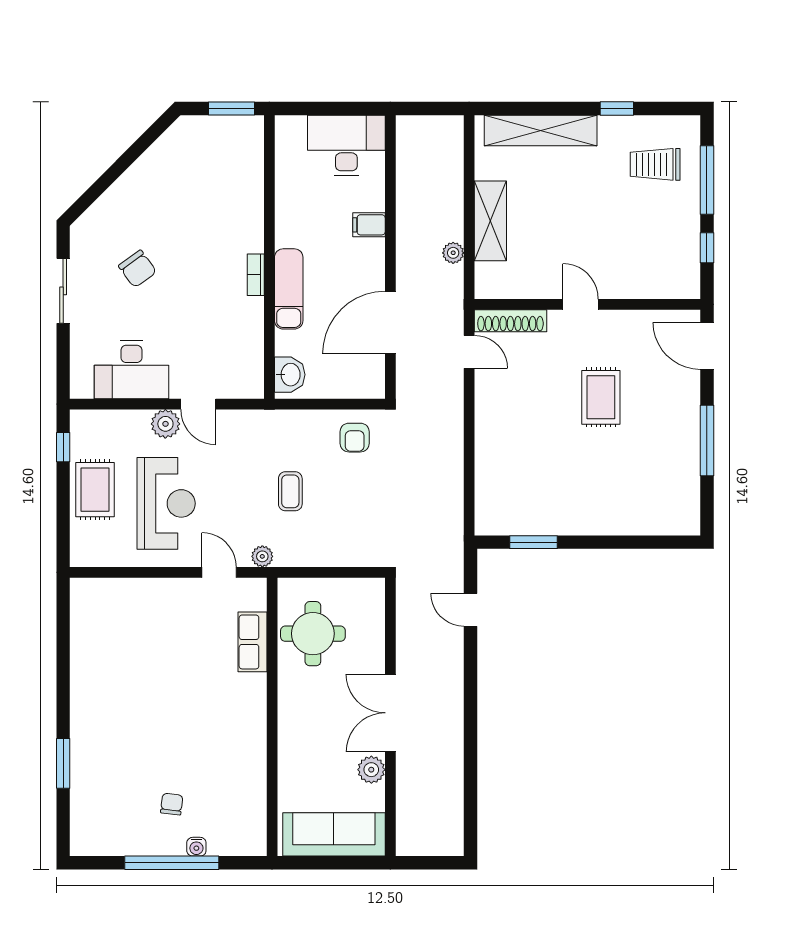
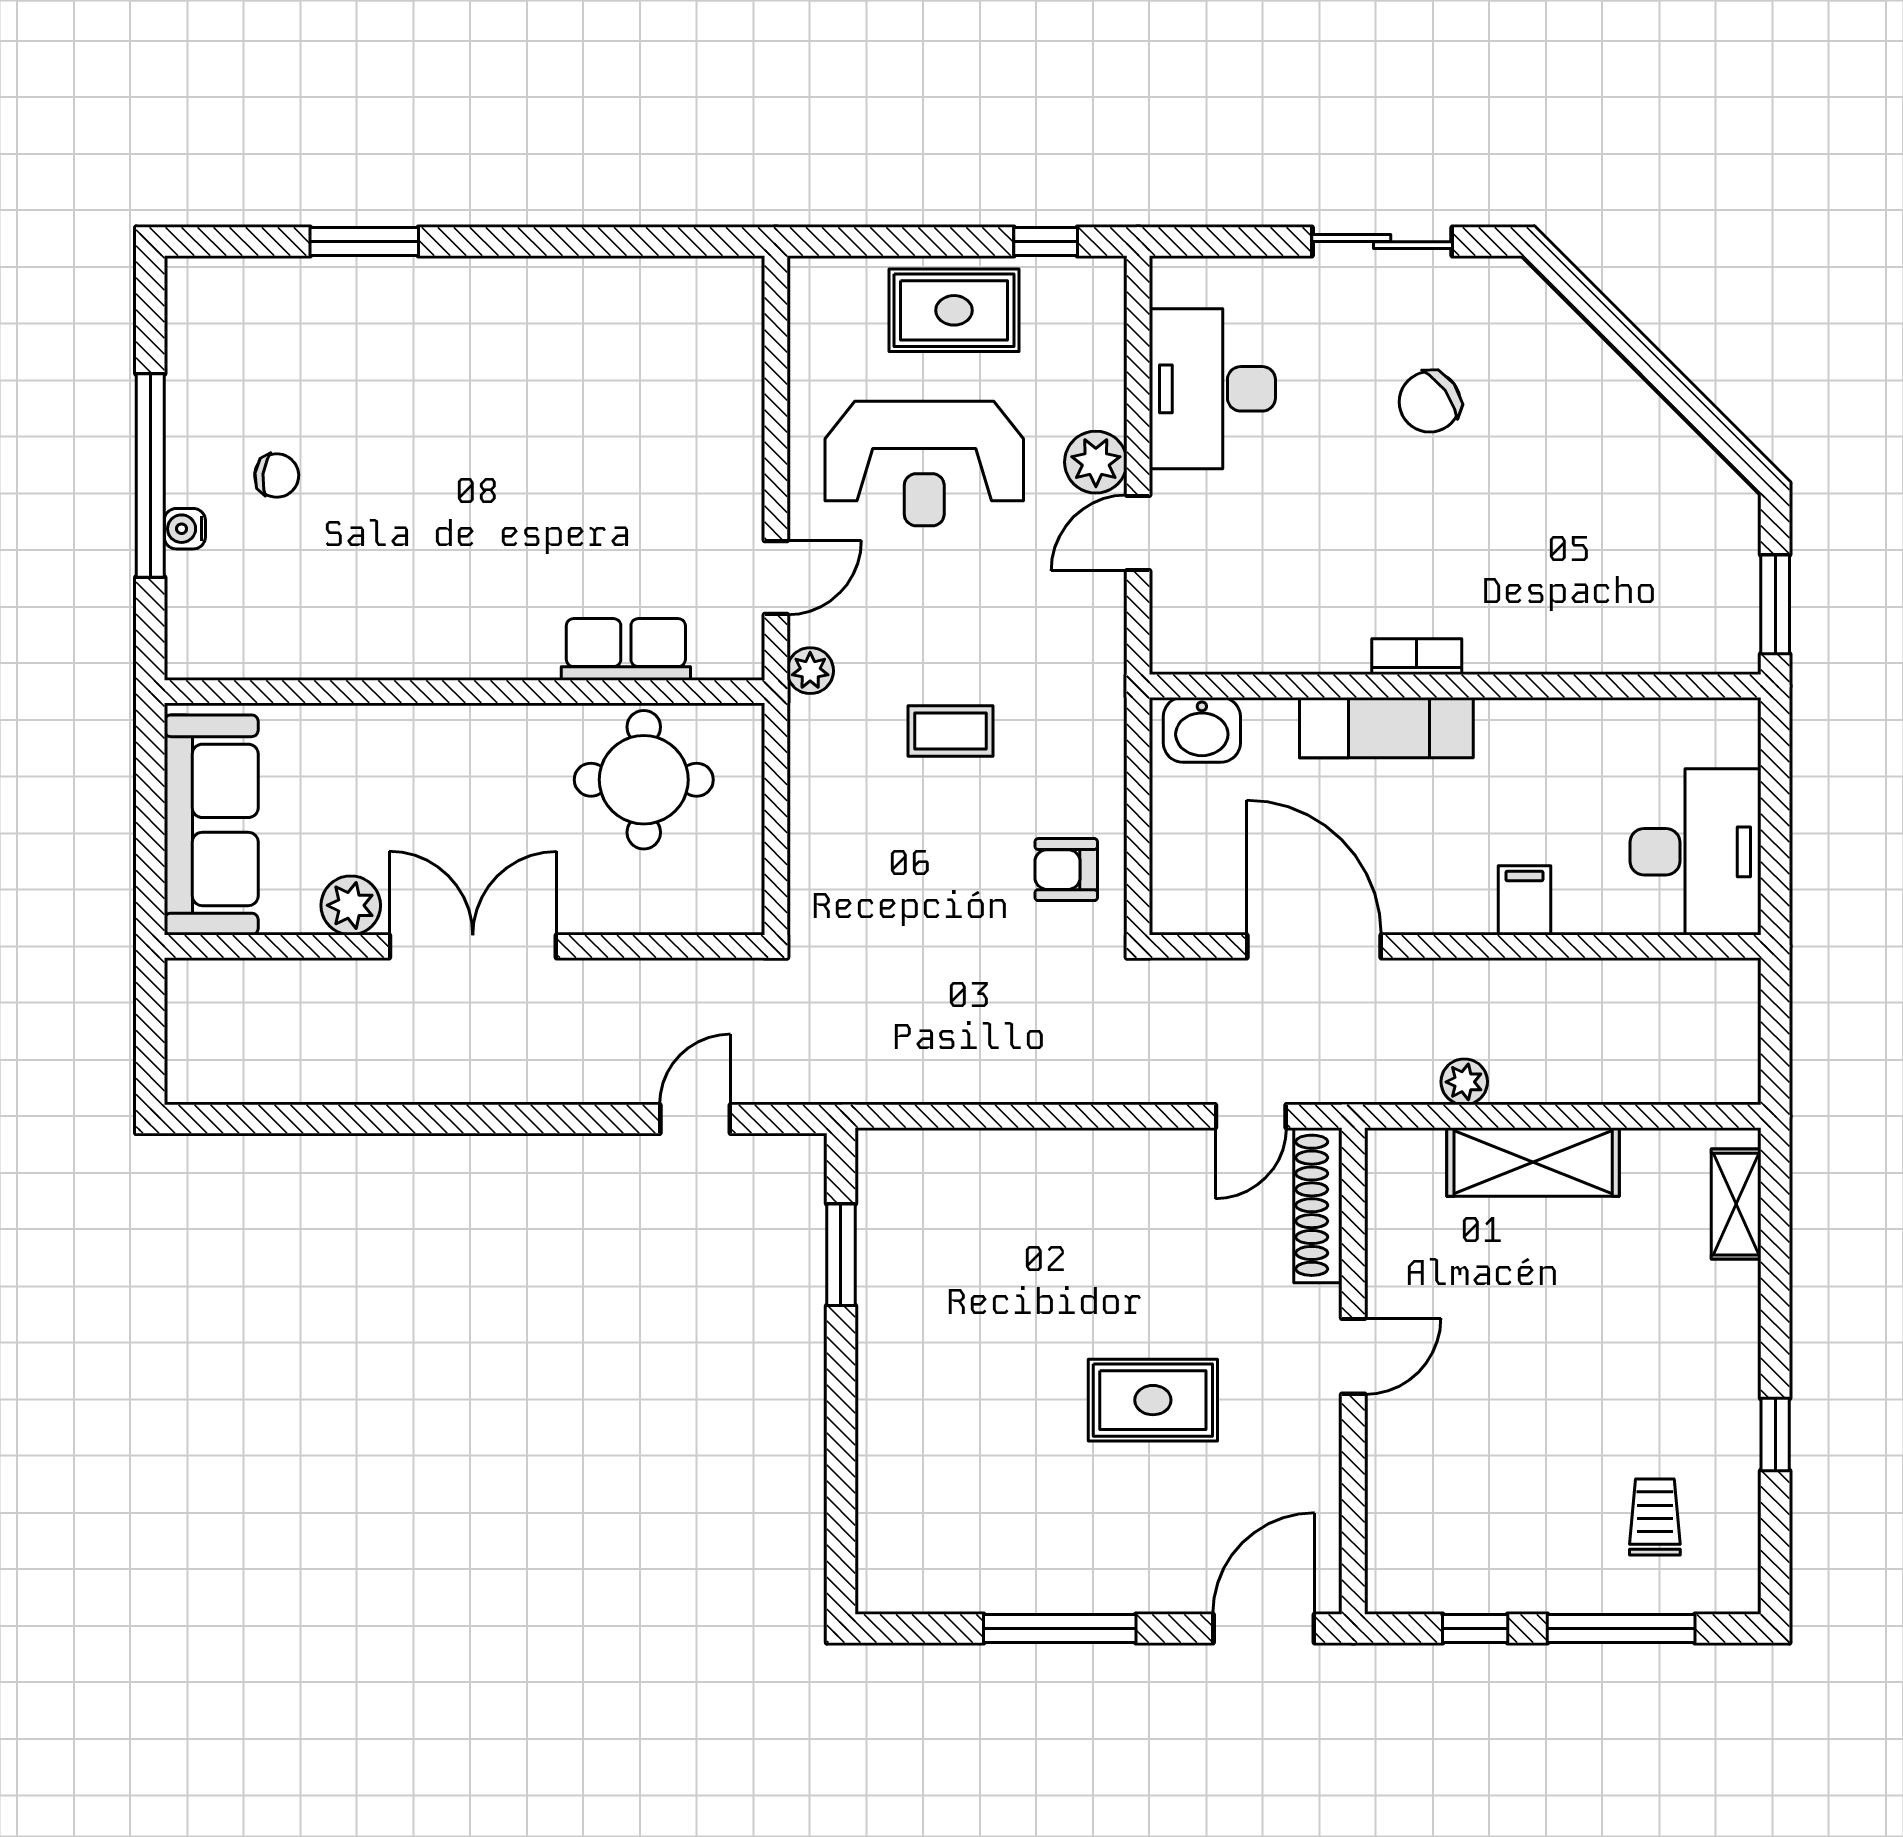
shelving: (541, 130) -> (1736, 1204), width x0.45, depth x0.75
trolley: (655, 164) -> (1655, 1517), width x0.73, depth x0.72

